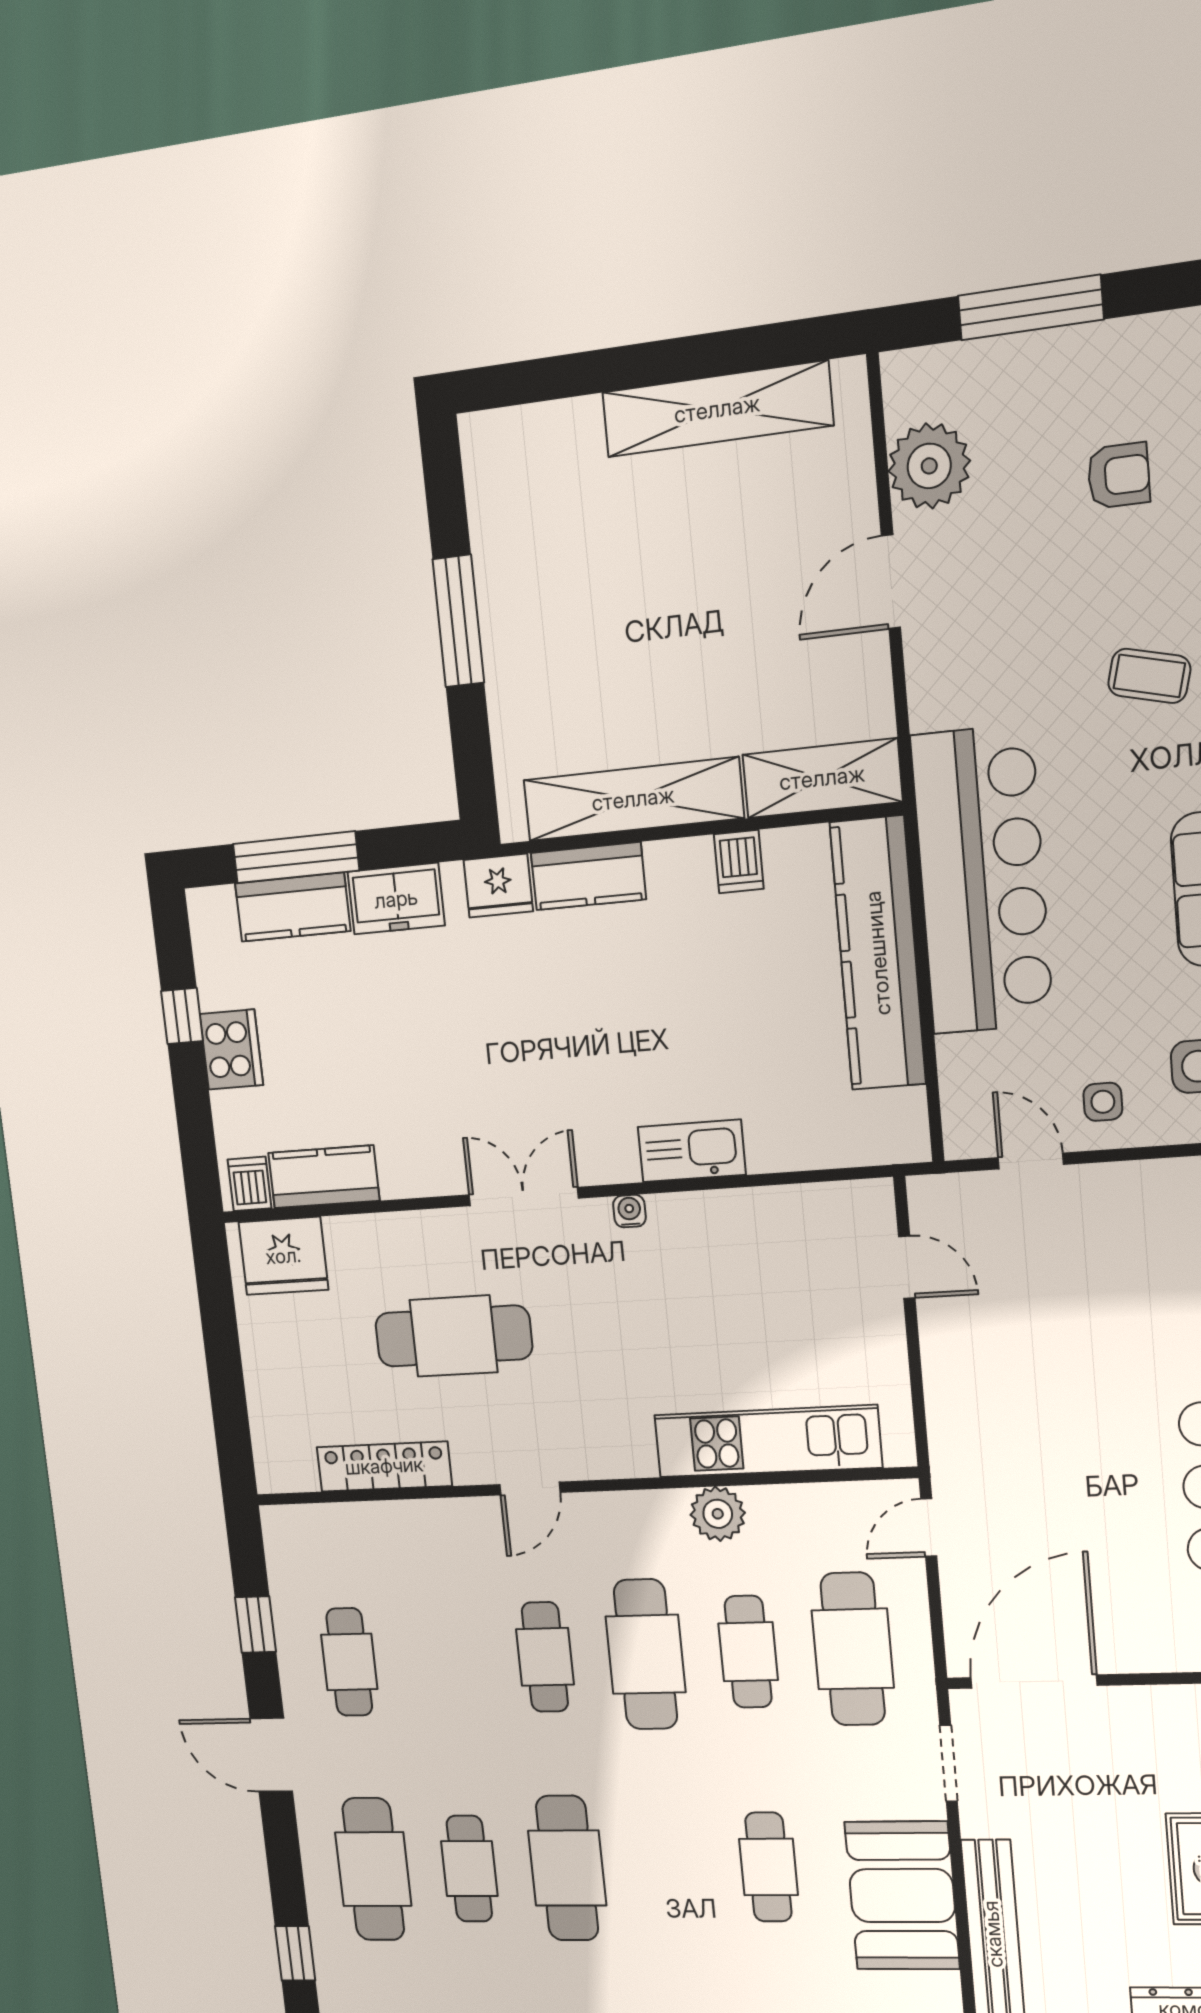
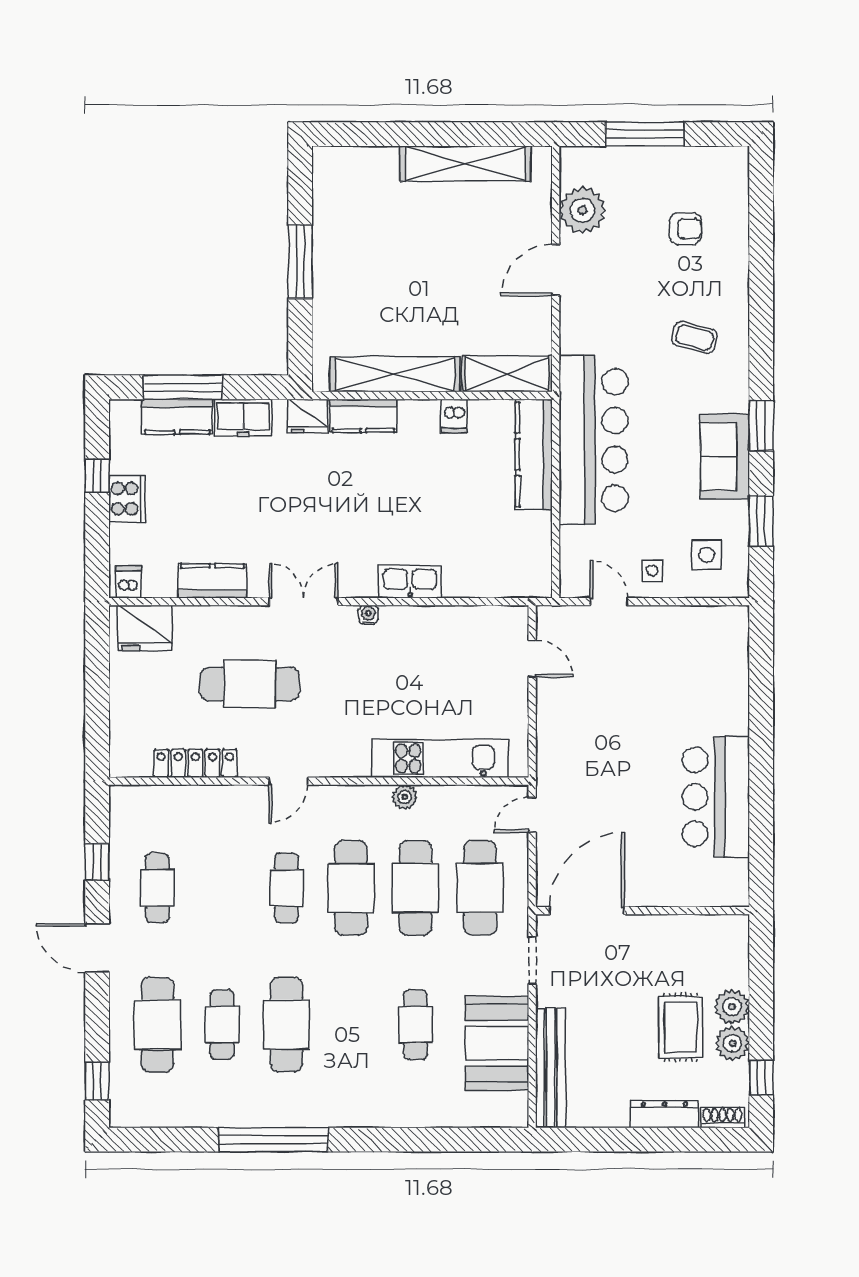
kitchen counter: (878, 953) -> (534, 454), width x0.72, depth x0.86
kitchen counter: (324, 1177) -> (212, 581), moved
plant: (718, 1514) -> (405, 797), width x0.73, depth x0.73
cafe table: (748, 1652) -> (416, 888), width x1.37, depth x1.35

